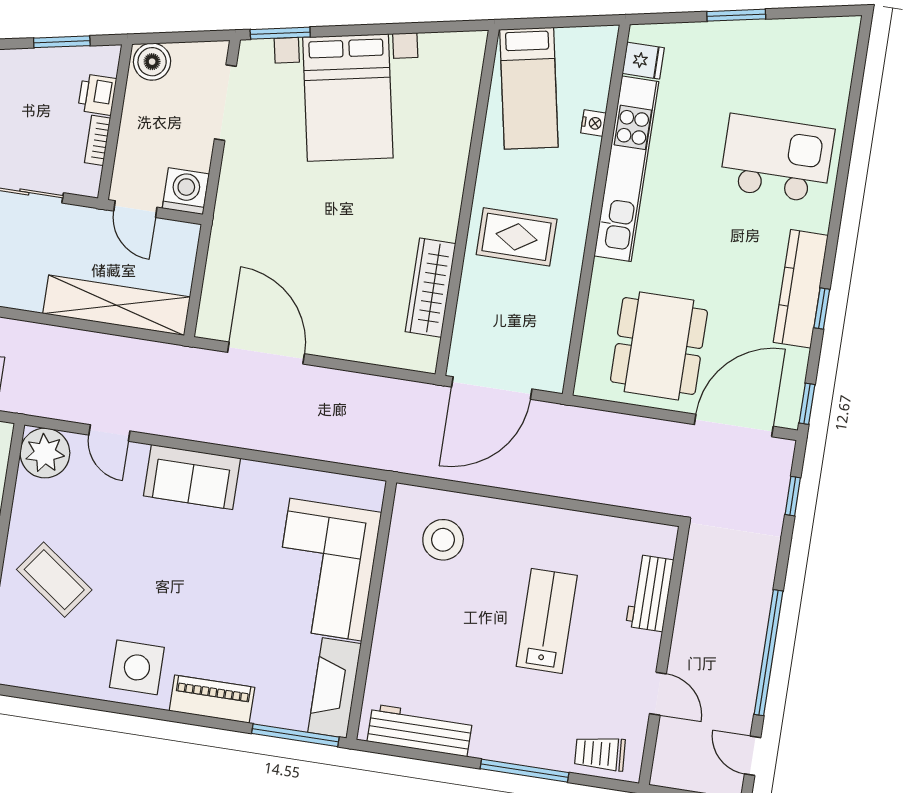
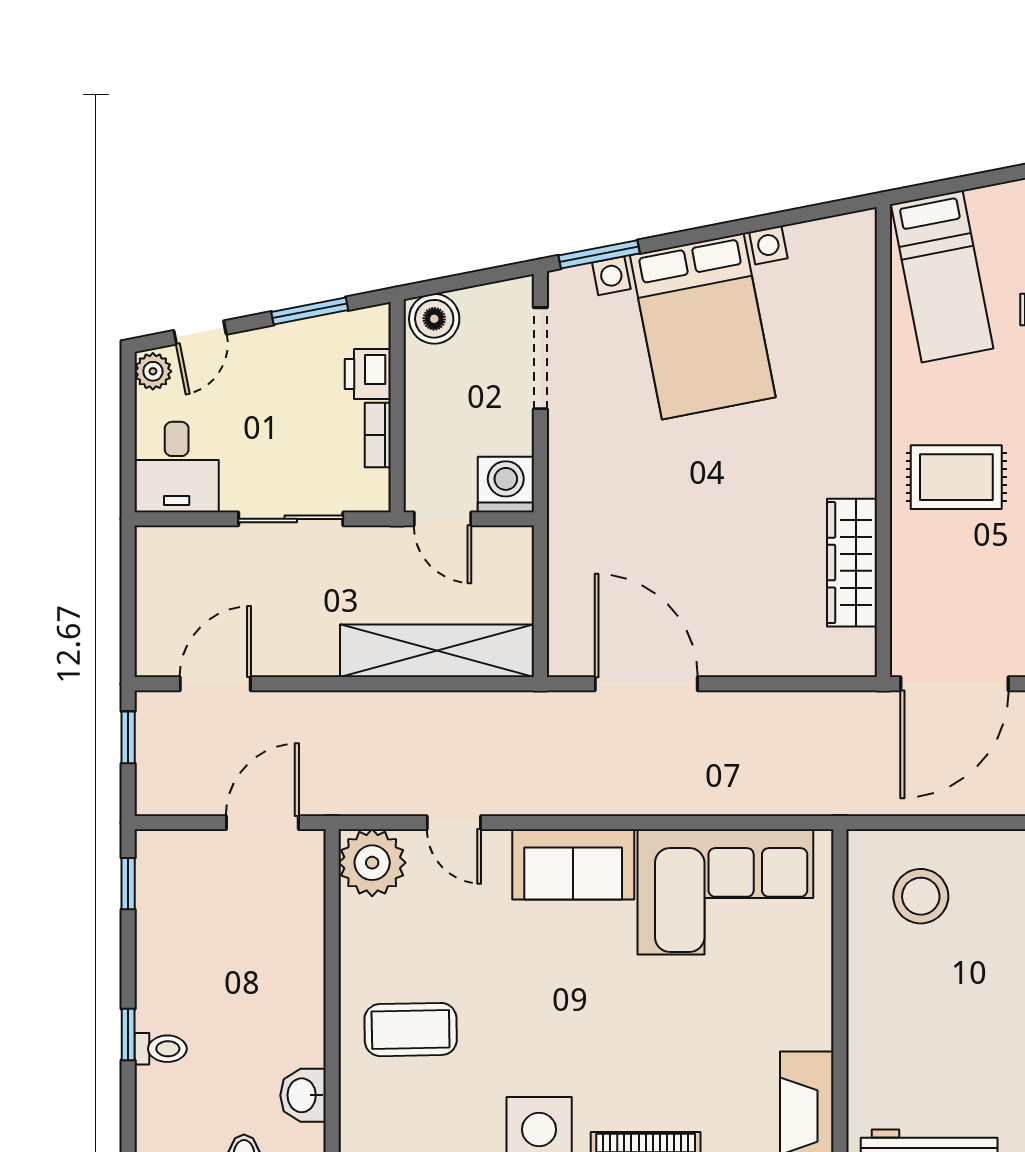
corner sofa: (326, 570) -> (725, 892), moved, turned -90
coffee table: (54, 580) -> (411, 1030), turned -37

